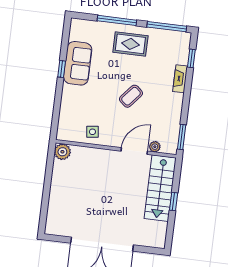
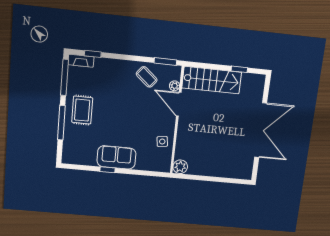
sofa: (78, 63) -> (116, 157), moved
fireplace: (180, 79) -> (81, 61), moved
coffee table: (131, 96) -> (147, 77), moved
window: (174, 201) -> (239, 69), moved

